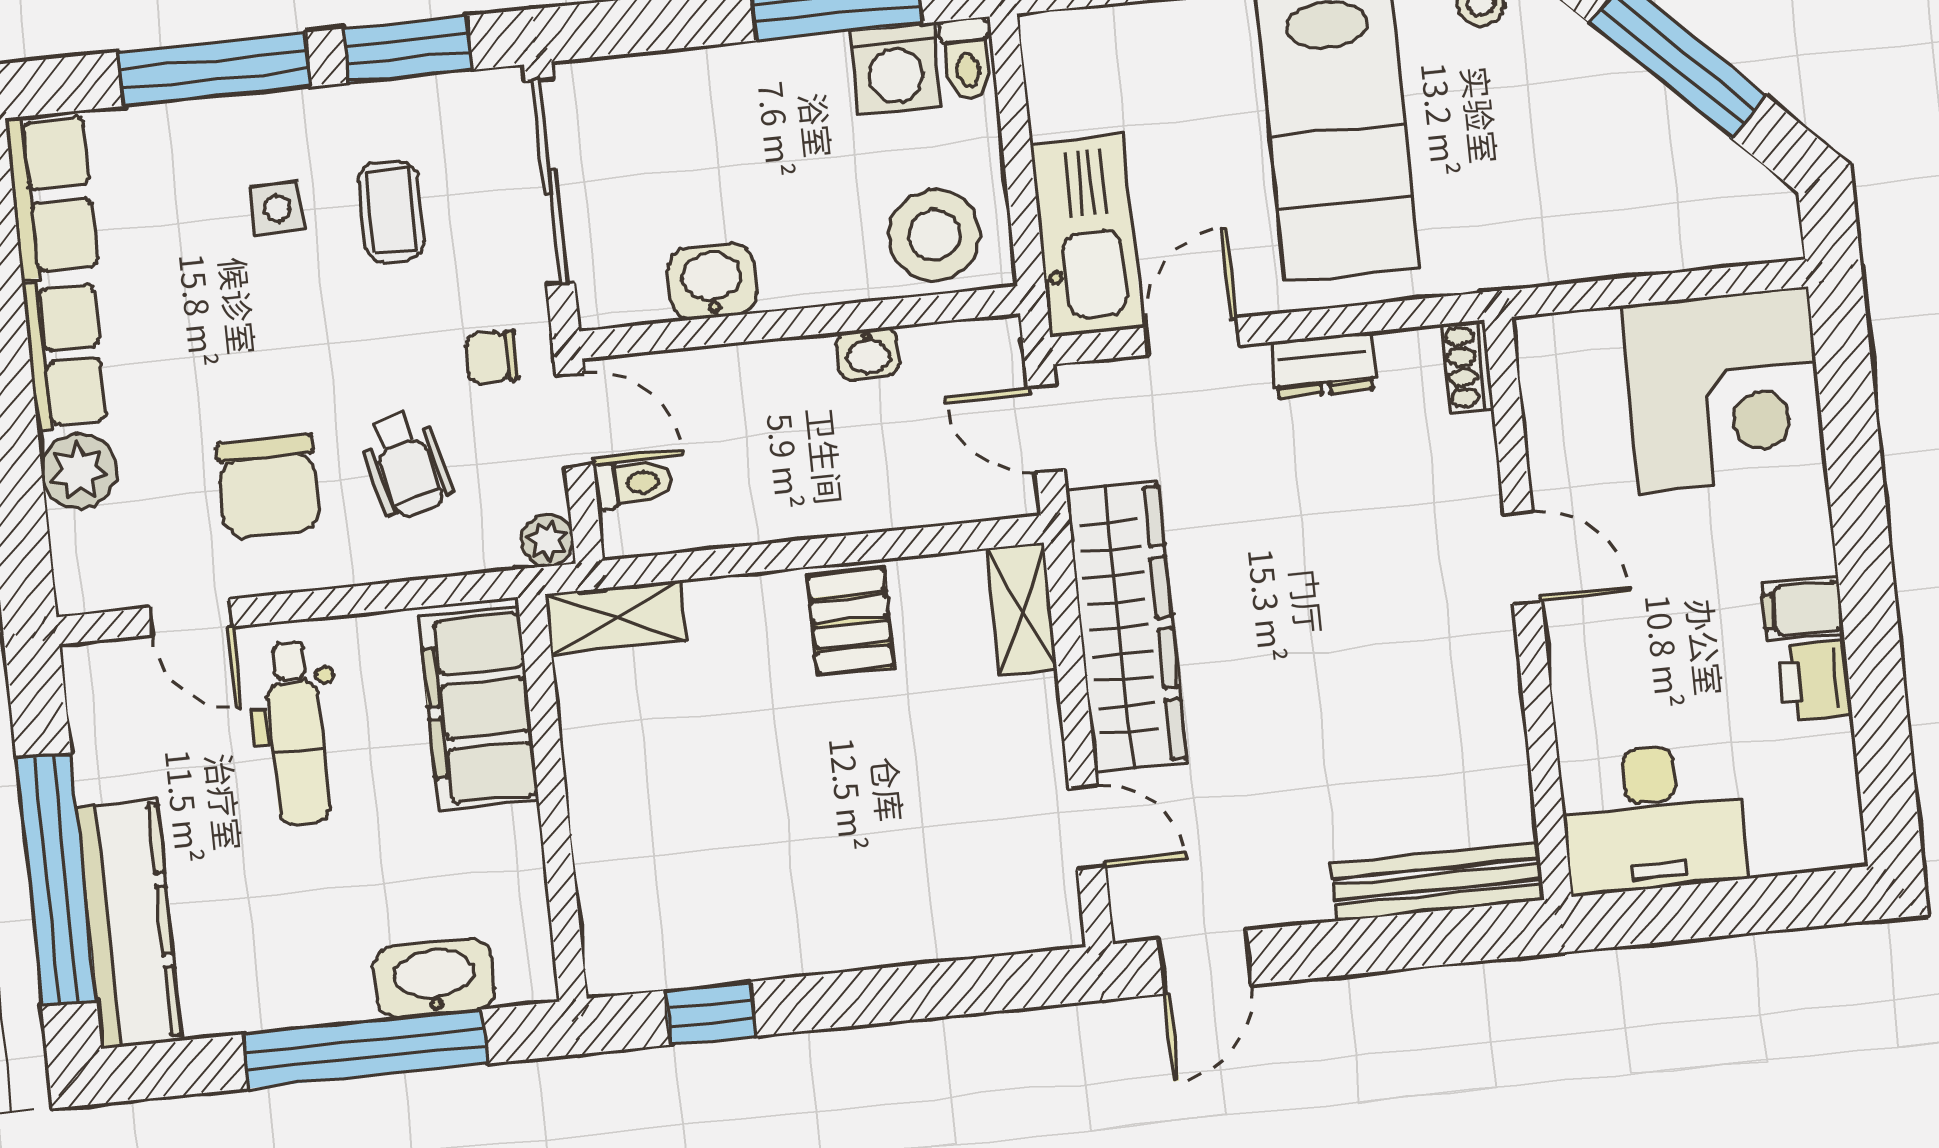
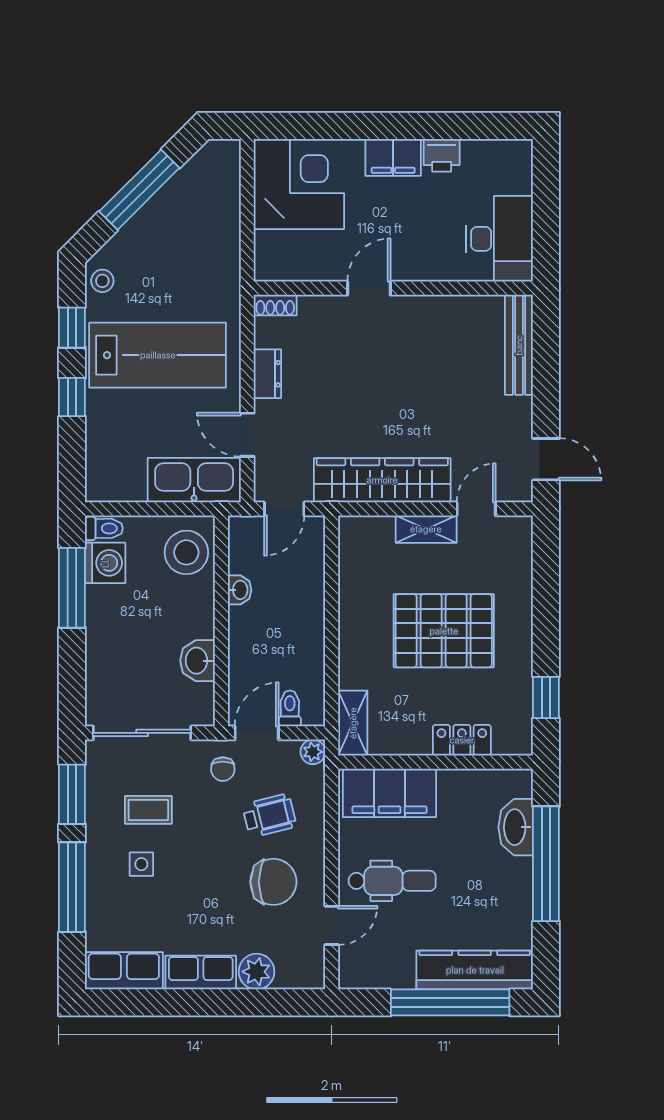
shelving: (1022, 609) -> (426, 529), moved
filing cabinet: (1803, 609) -> (393, 157), width x2.00
pallet: (851, 621) -> (444, 631), moved, width x2.05, depth x2.00
locker: (604, 848) -> (462, 740), added

